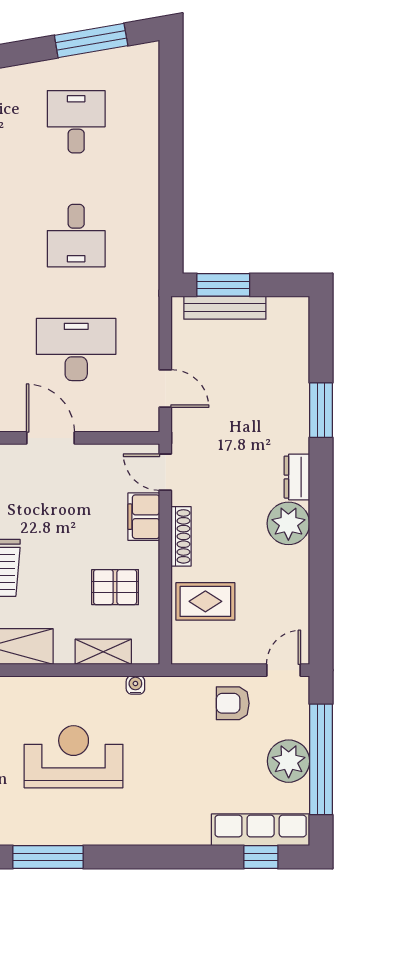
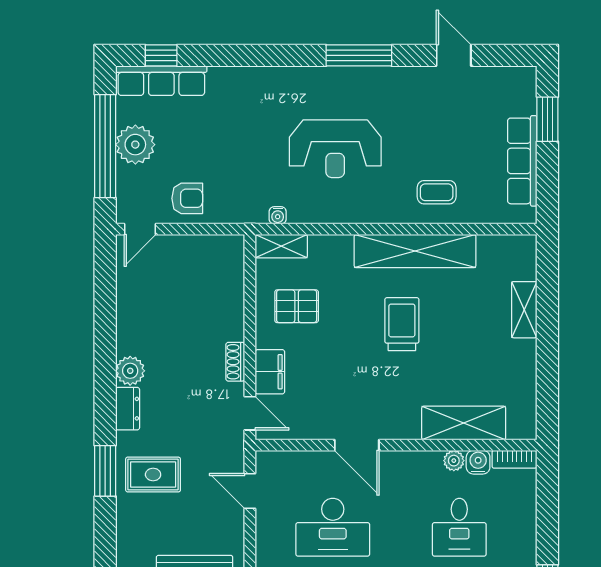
plant: (288, 523) -> (130, 371), width x0.73, depth x0.73
shoe rack: (181, 536) -> (235, 362), width x0.70
rug: (205, 601) -> (153, 475), moved
shelving: (103, 652) -> (281, 246), moved

